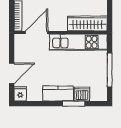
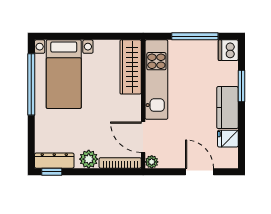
plant: (19, 39) -> (152, 162), added
fridge: (20, 94) -> (228, 139), moved
dishwasher: (82, 94) -> (228, 50), moved

